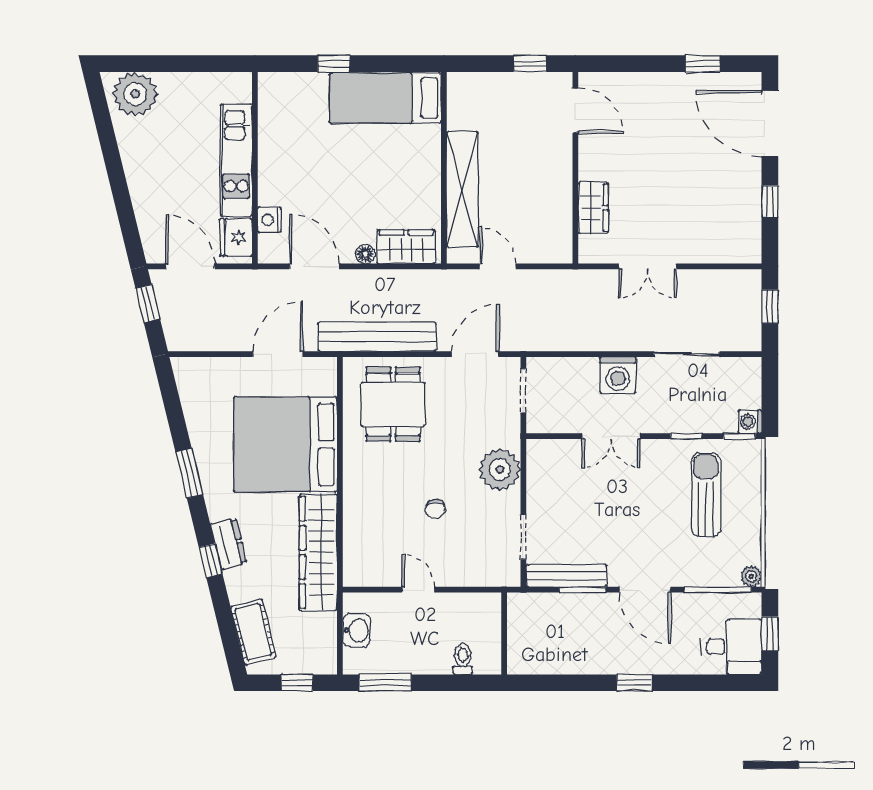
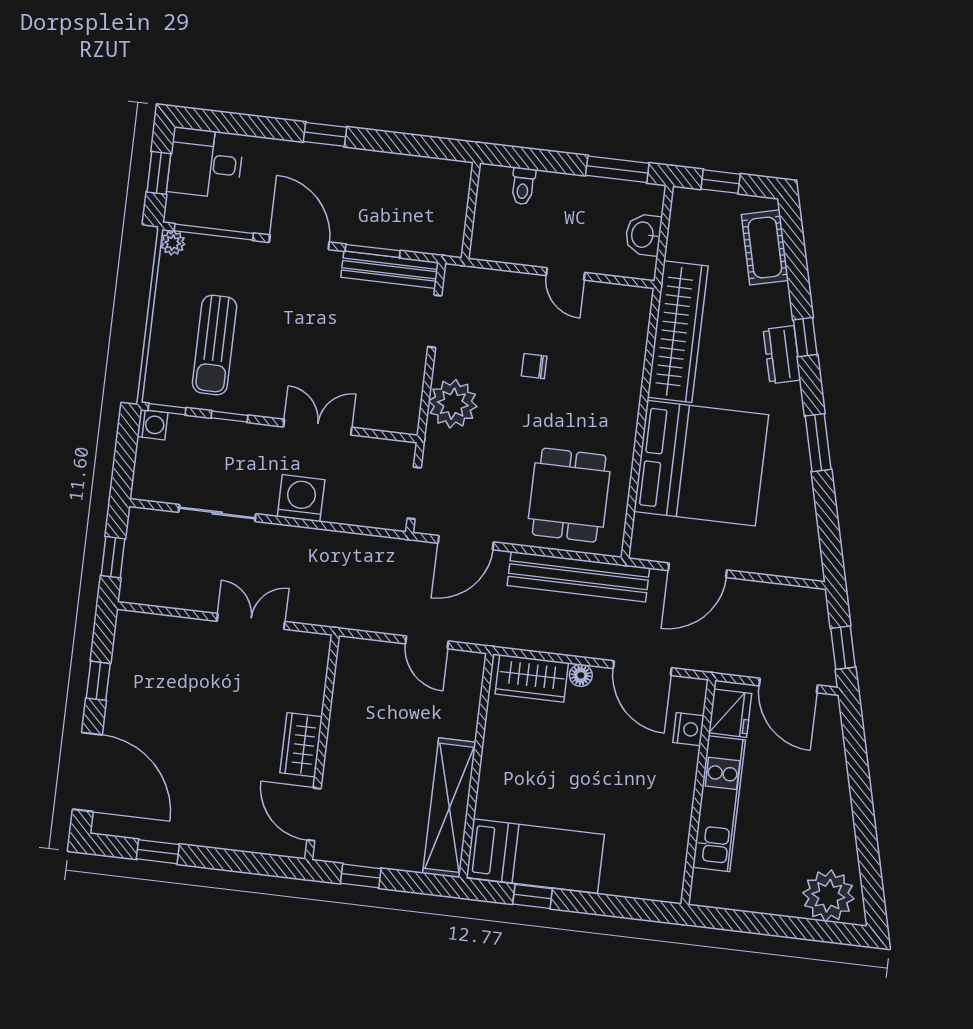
window: (334, 64) -> (533, 896), moved
shelving: (462, 189) -> (449, 808), moved
wardrobe: (593, 208) -> (301, 745), moved
chair: (435, 509) -> (534, 366), turned -90

